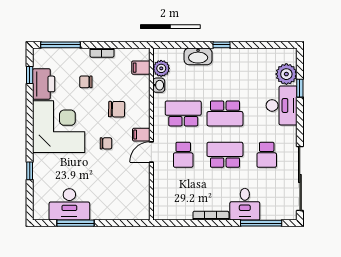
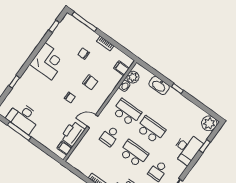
plant: (286, 74) -> (209, 123), moved
printer: (44, 84) -> (73, 134), moved, turned 180
school desk: (225, 113) -> (151, 130), turned 180
corner desk: (59, 127) -> (48, 61), width x0.74, depth x0.74
filing cabinet: (141, 135) -> (64, 148), moved

